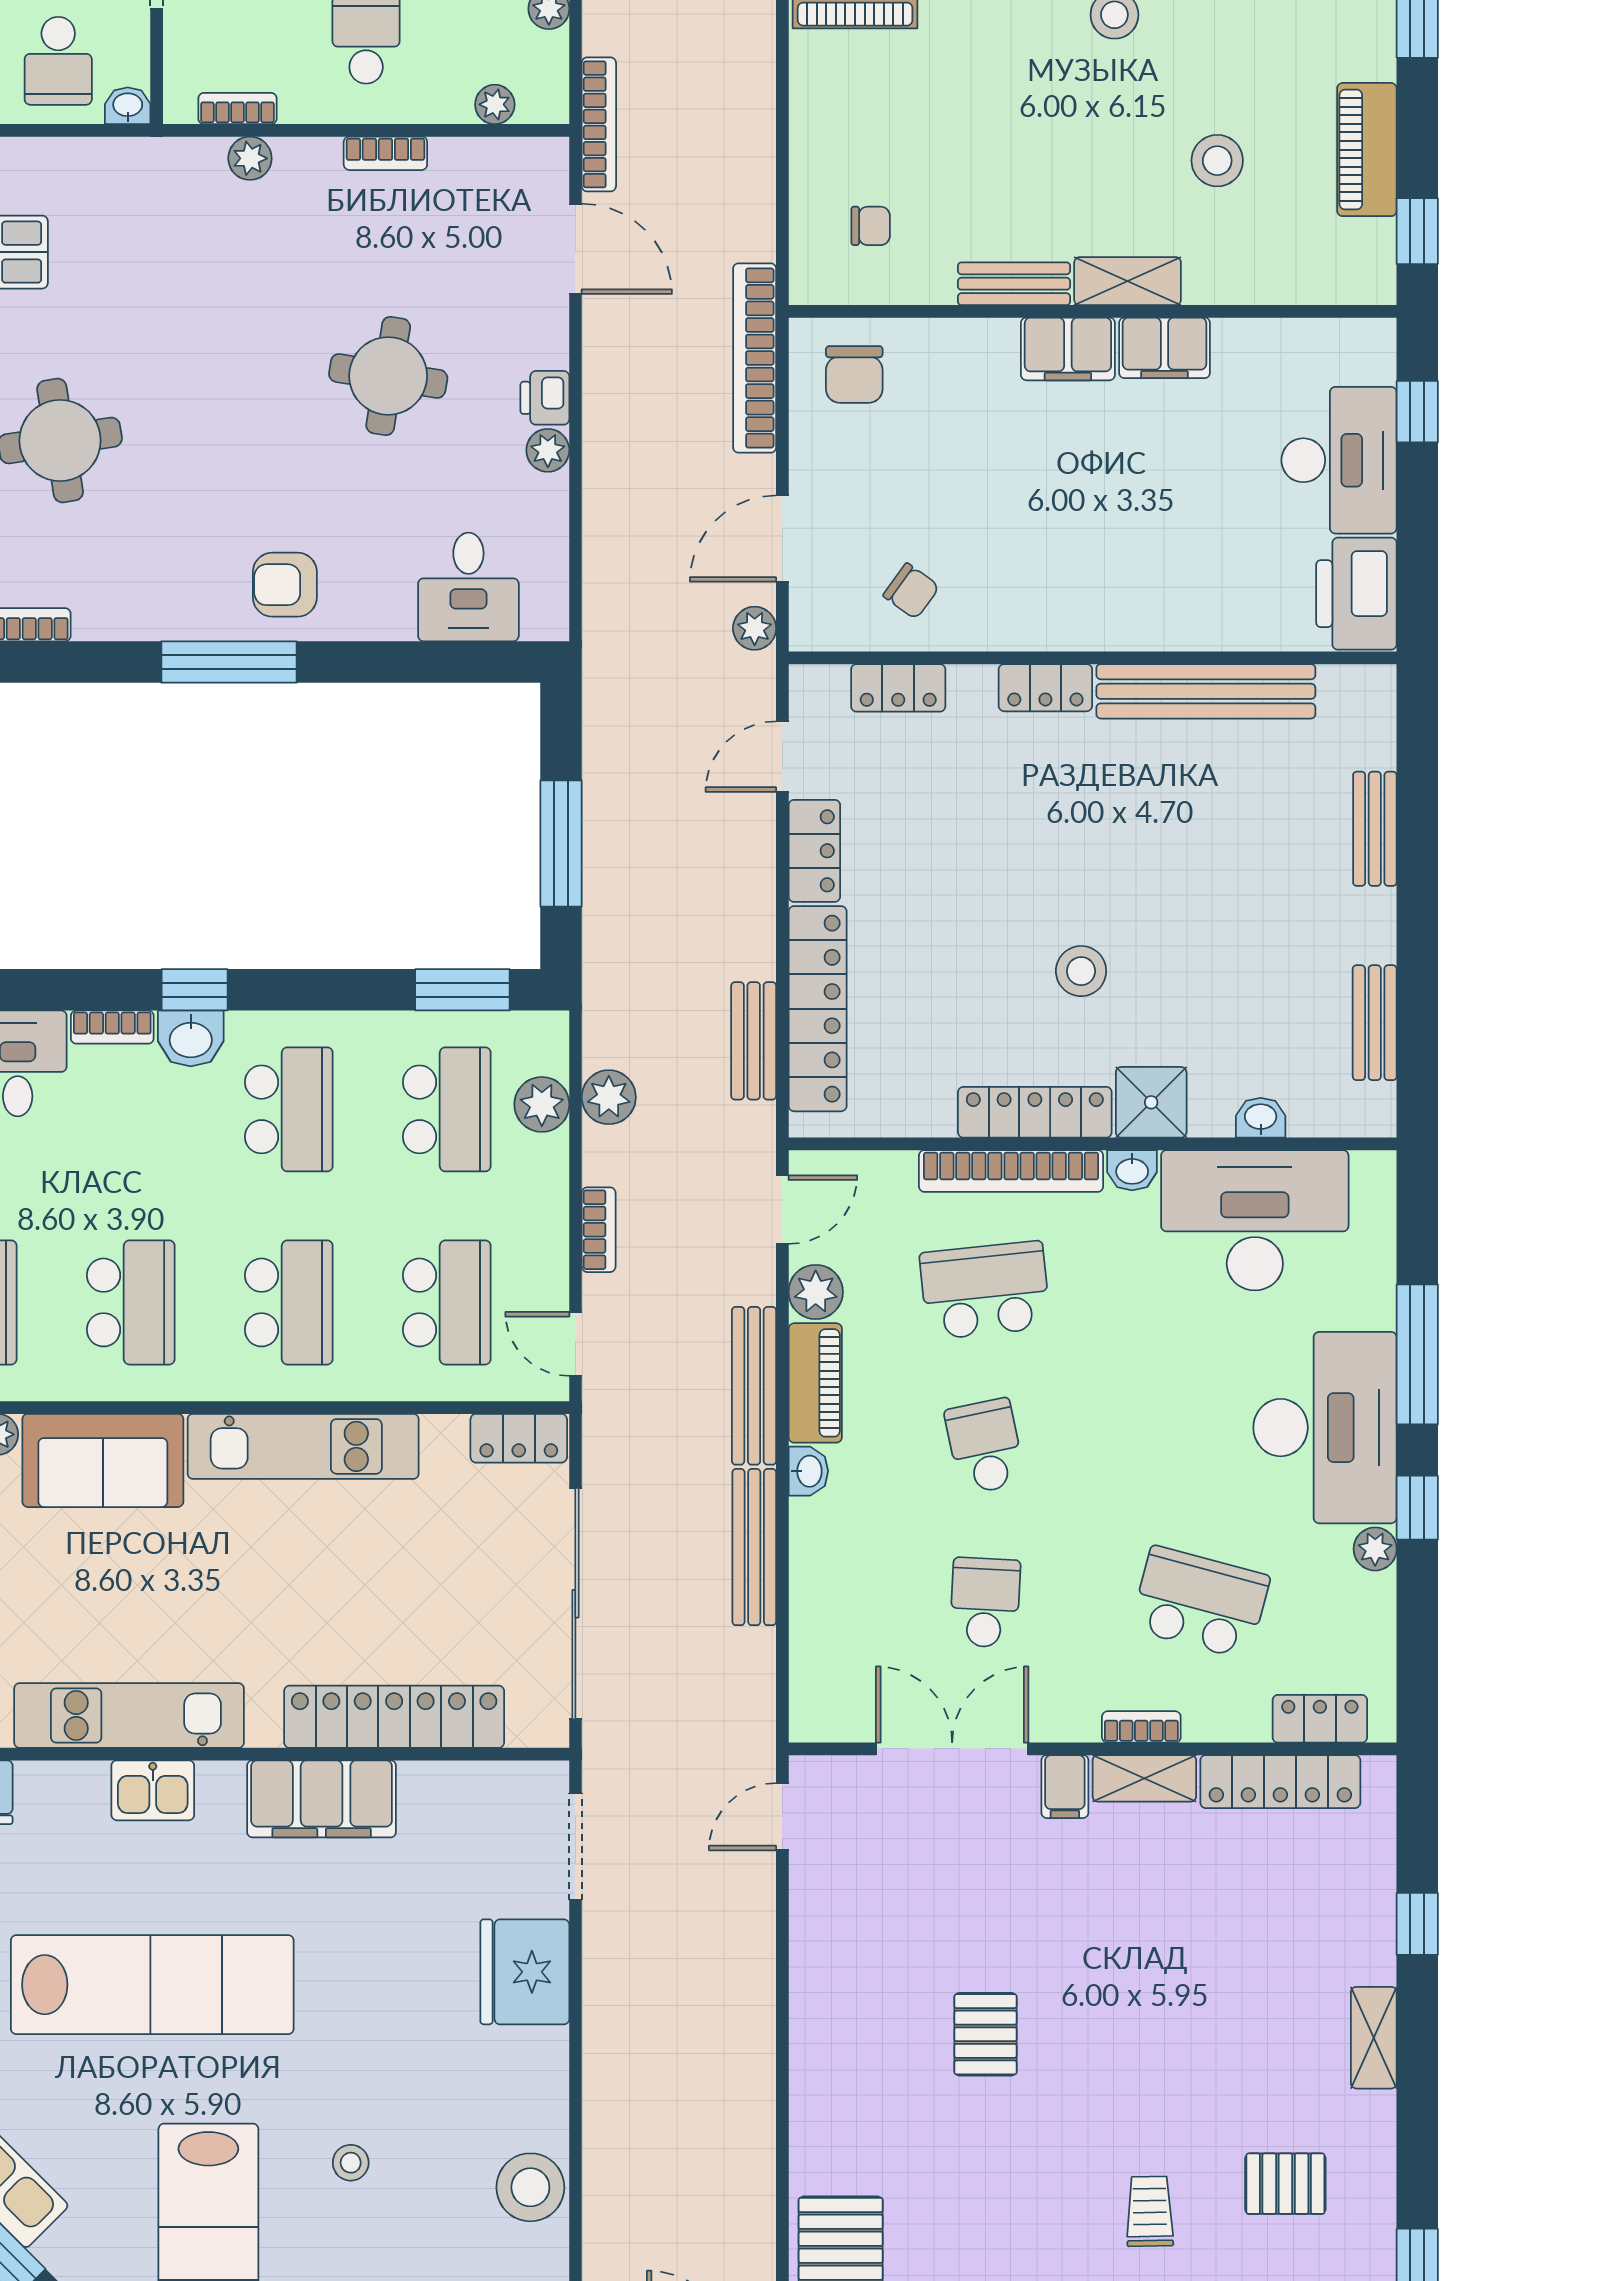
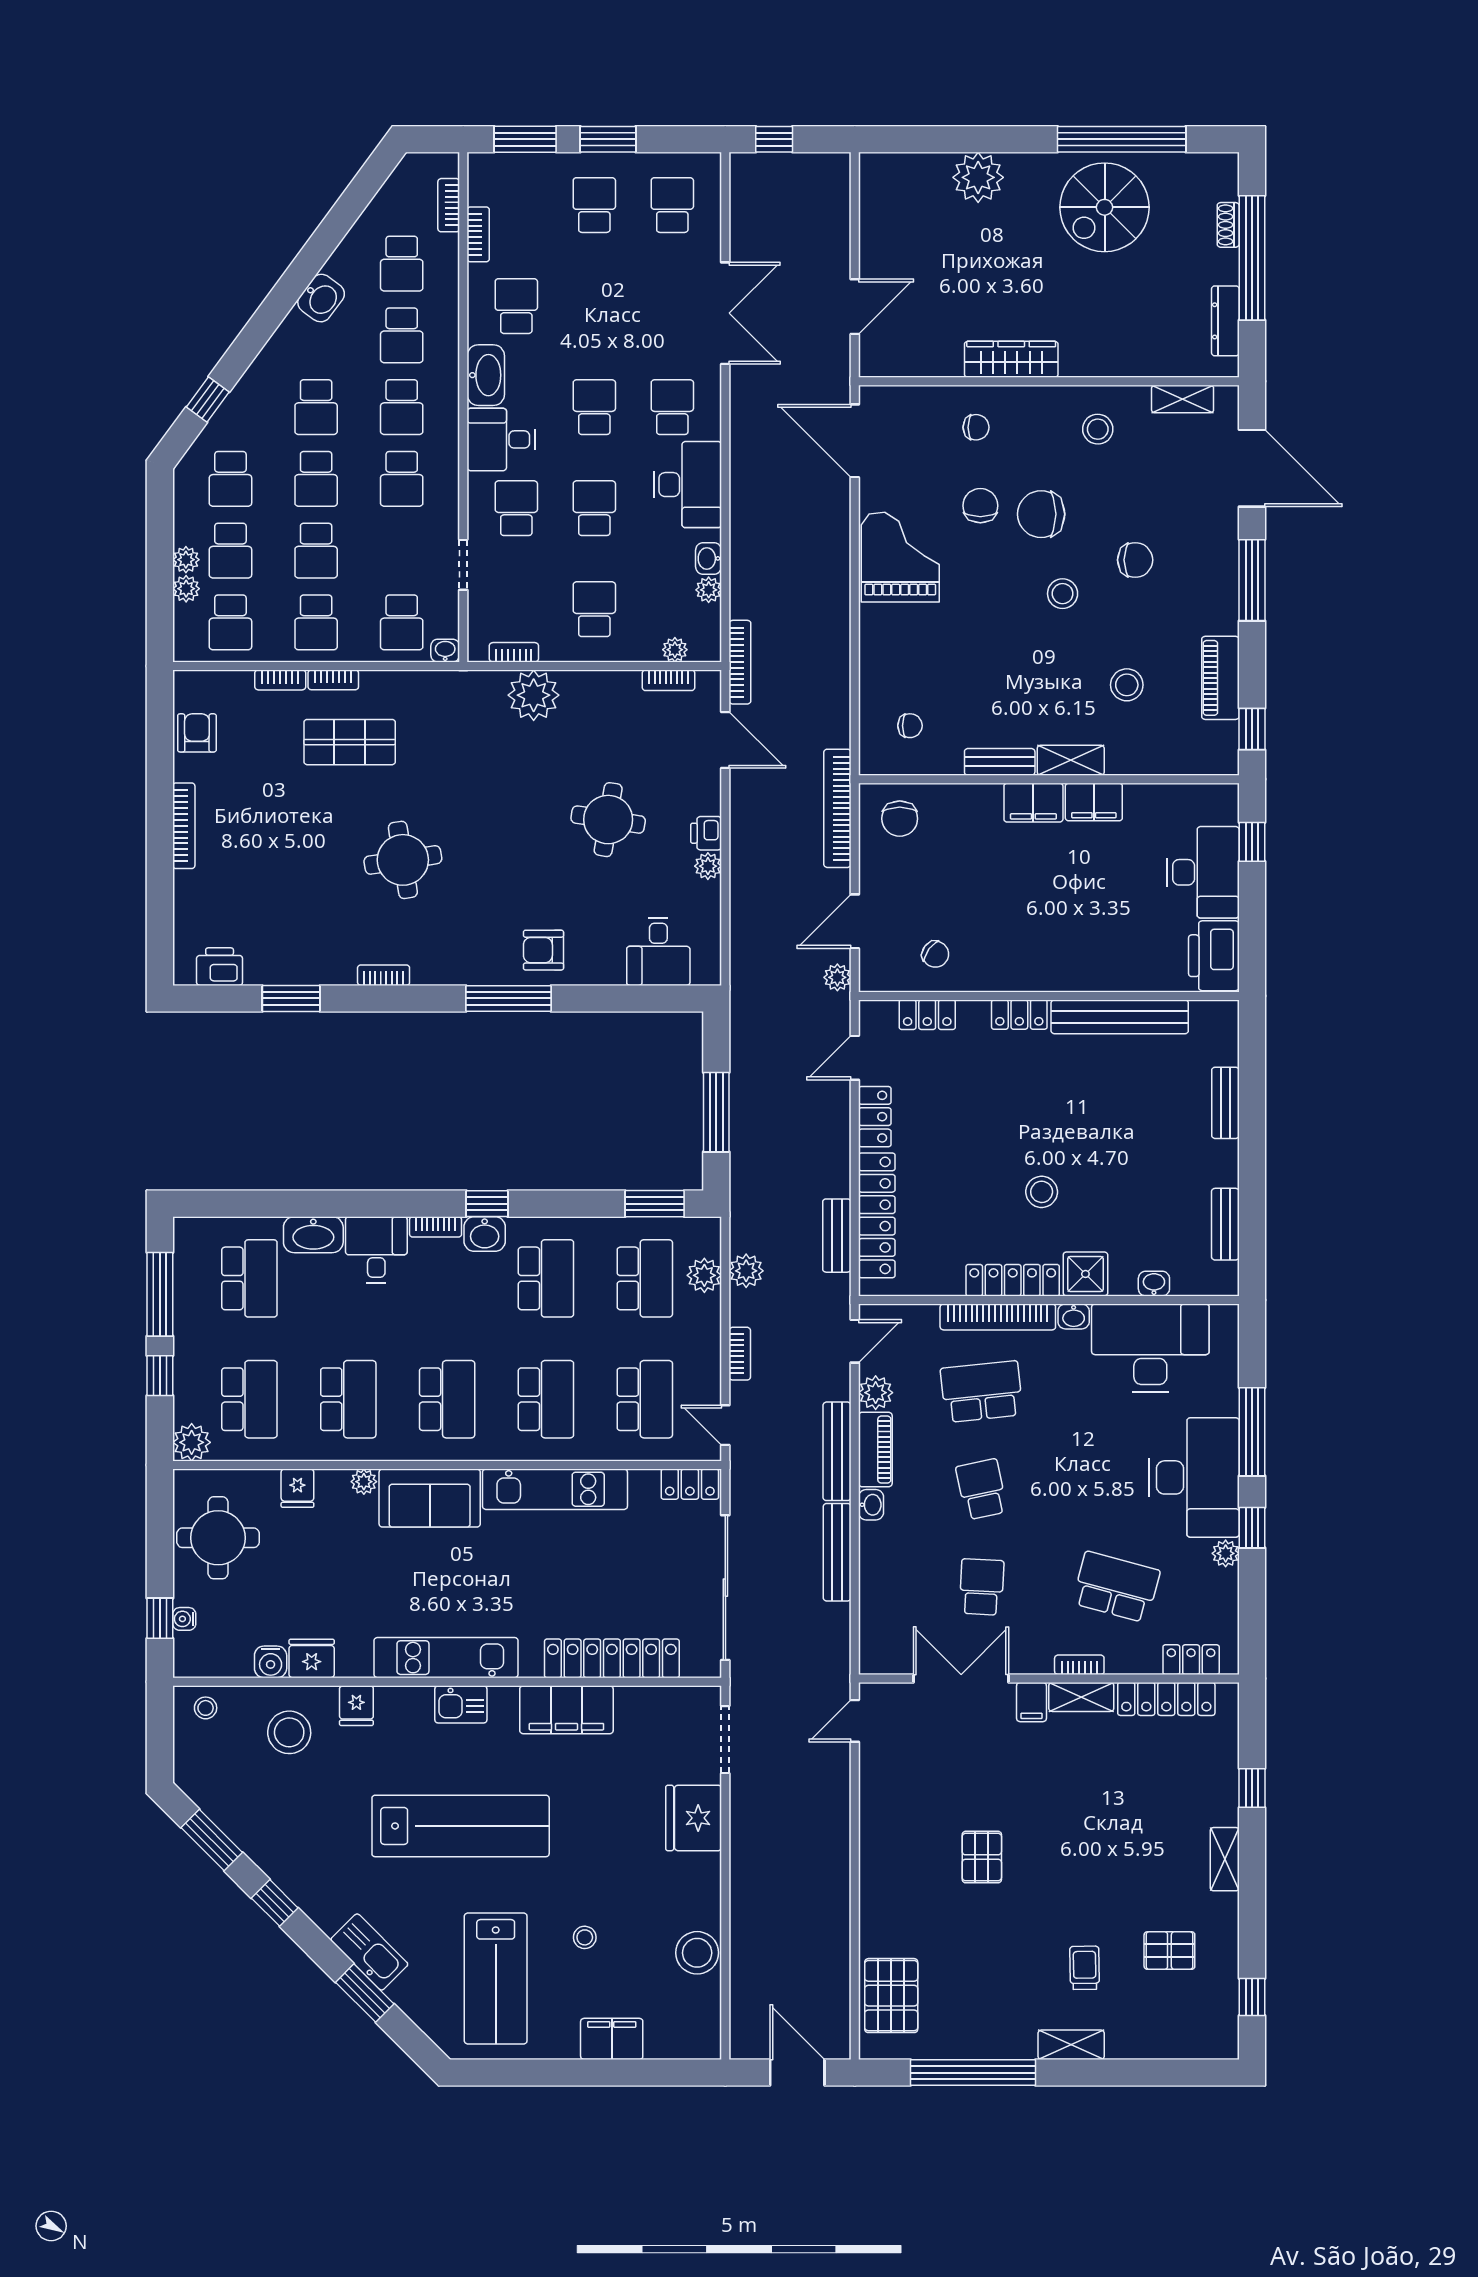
bookcase: (385, 153) -> (669, 680), moved
plant: (250, 158) -> (534, 695), width x1.87, depth x1.87

